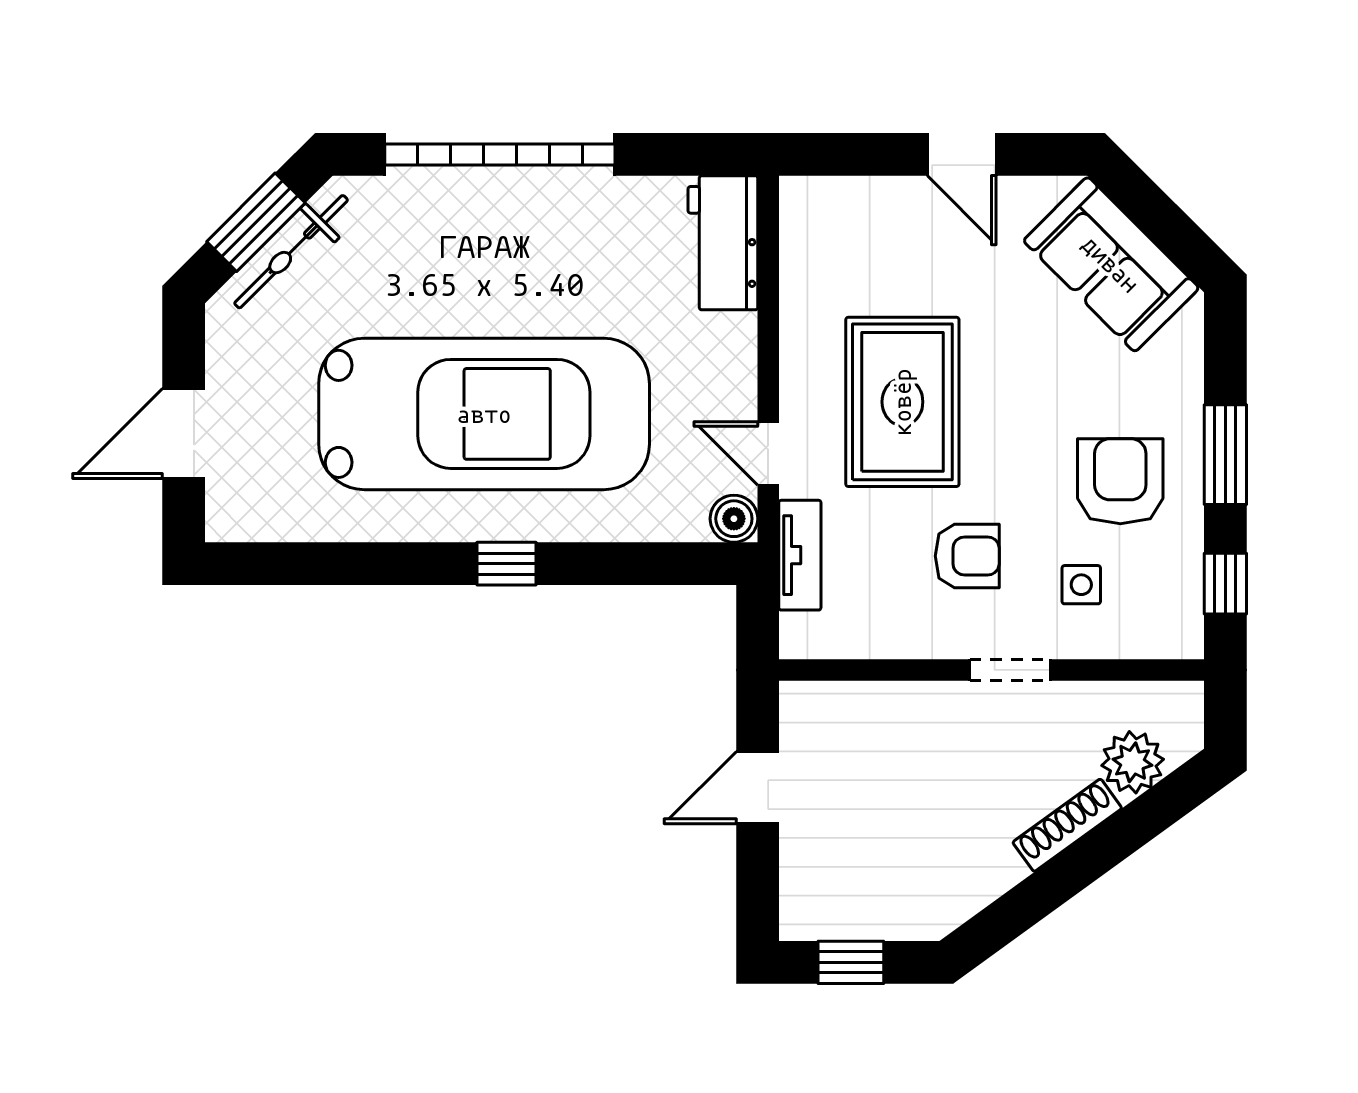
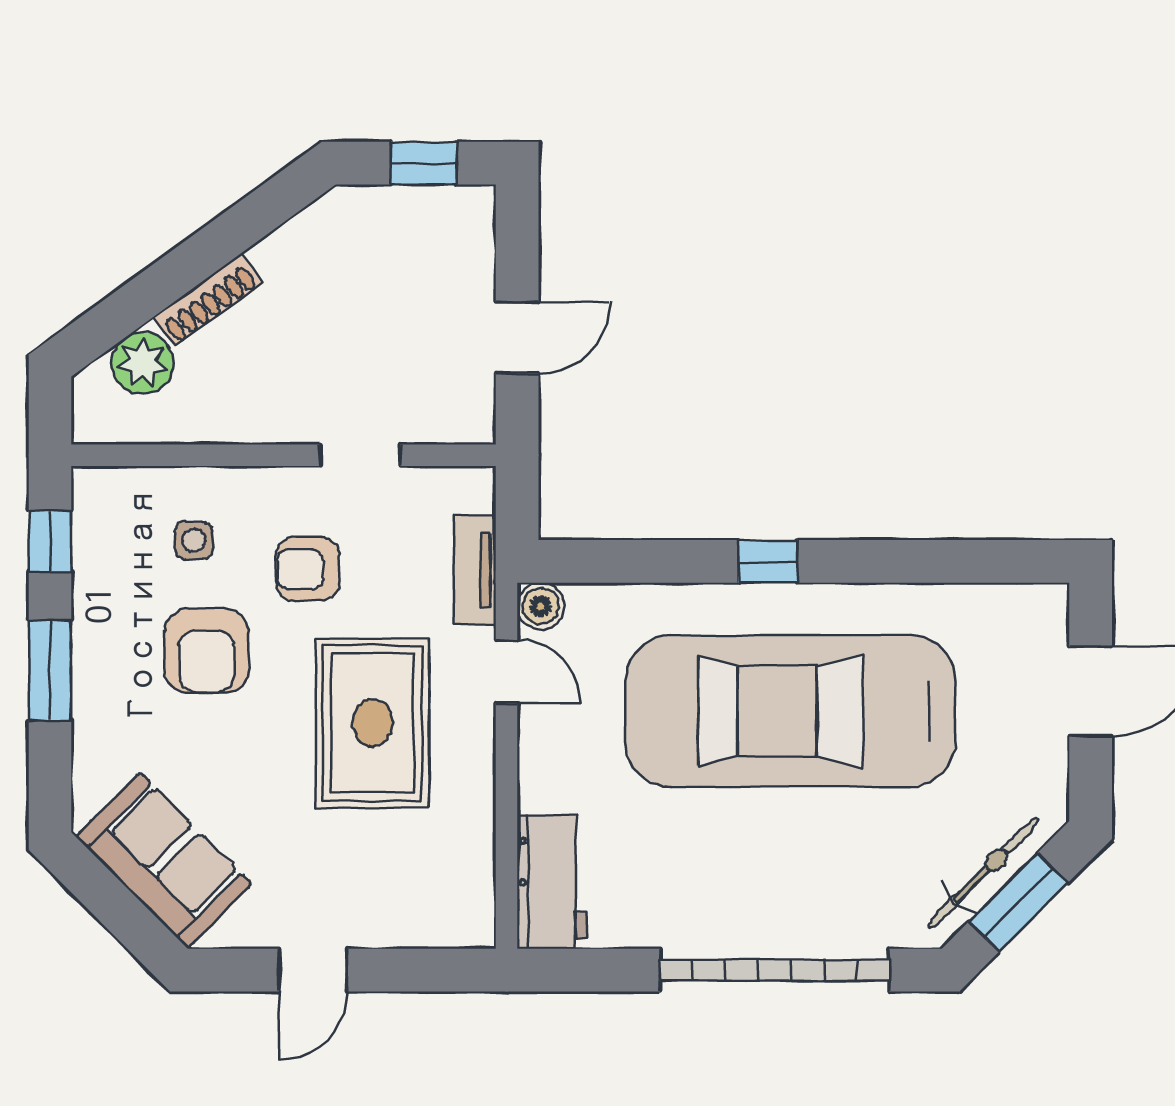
door: (962, 154) -> (313, 970), swing flipped
armchair: (1120, 481) -> (206, 651), moved
doorway: (1010, 670) -> (360, 455), moved

